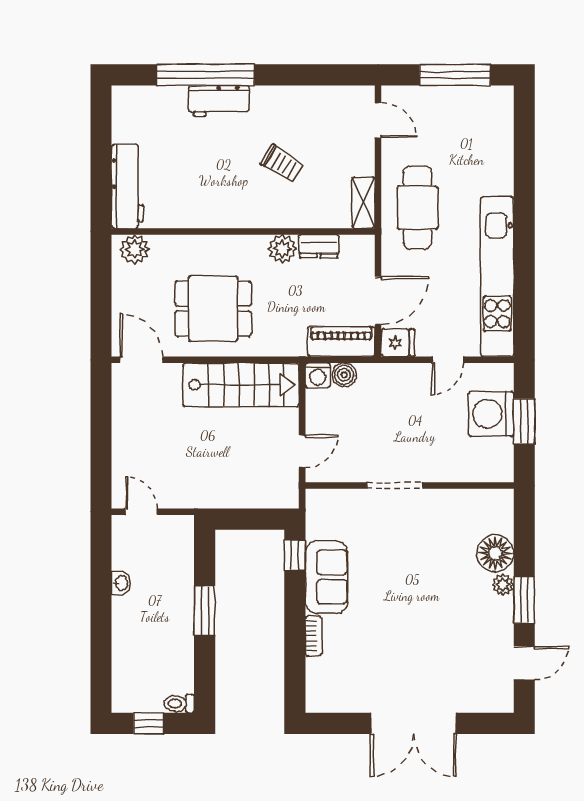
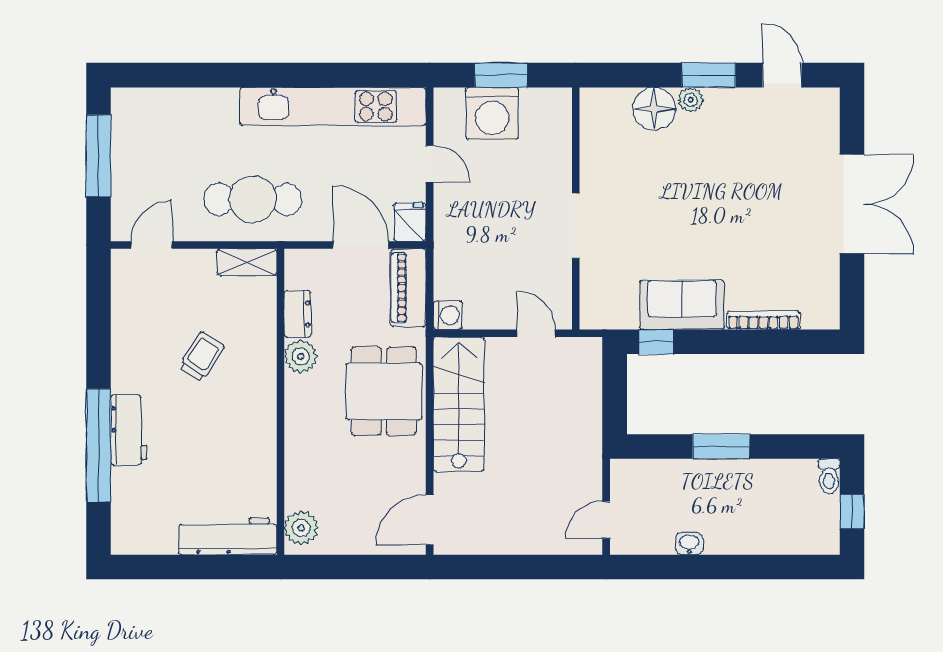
dining table: (213, 309) -> (384, 391), moved
boiler: (344, 375) -> (447, 284), removed
bookcase: (313, 636) -> (764, 320), width x1.56

